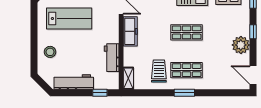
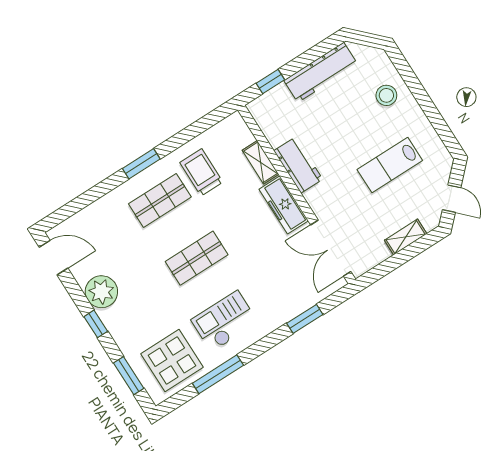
lab bench: (69, 19) -> (390, 165), width x0.73, depth x0.72
workbench: (112, 58) -> (298, 165), moved
trolley: (159, 71) -> (201, 172), turned 180
shelving: (128, 78) -> (261, 162), moved

